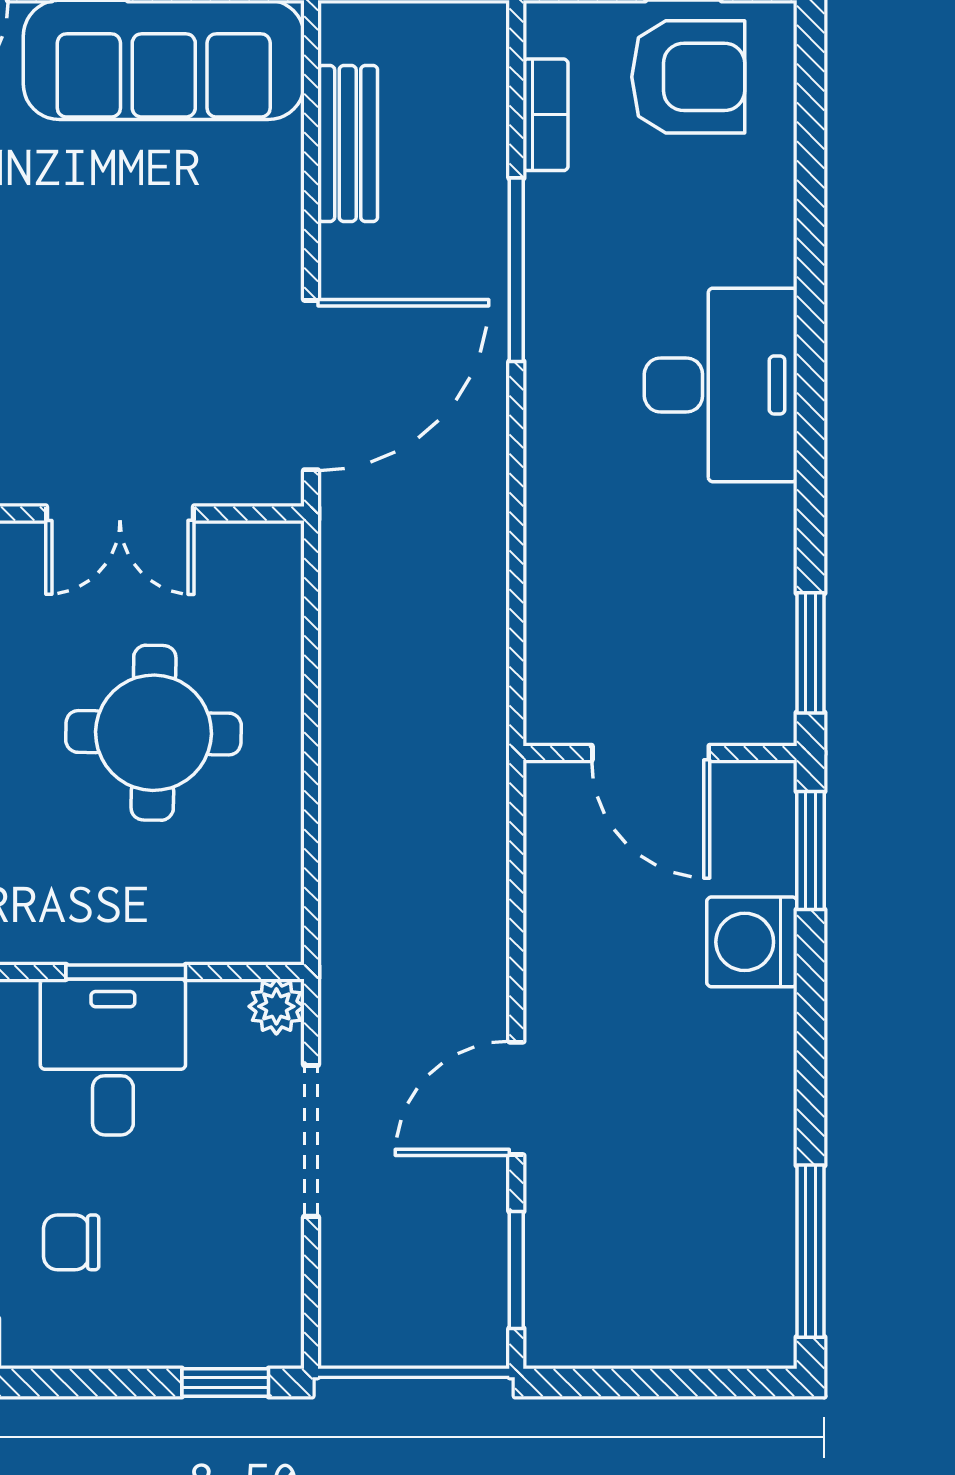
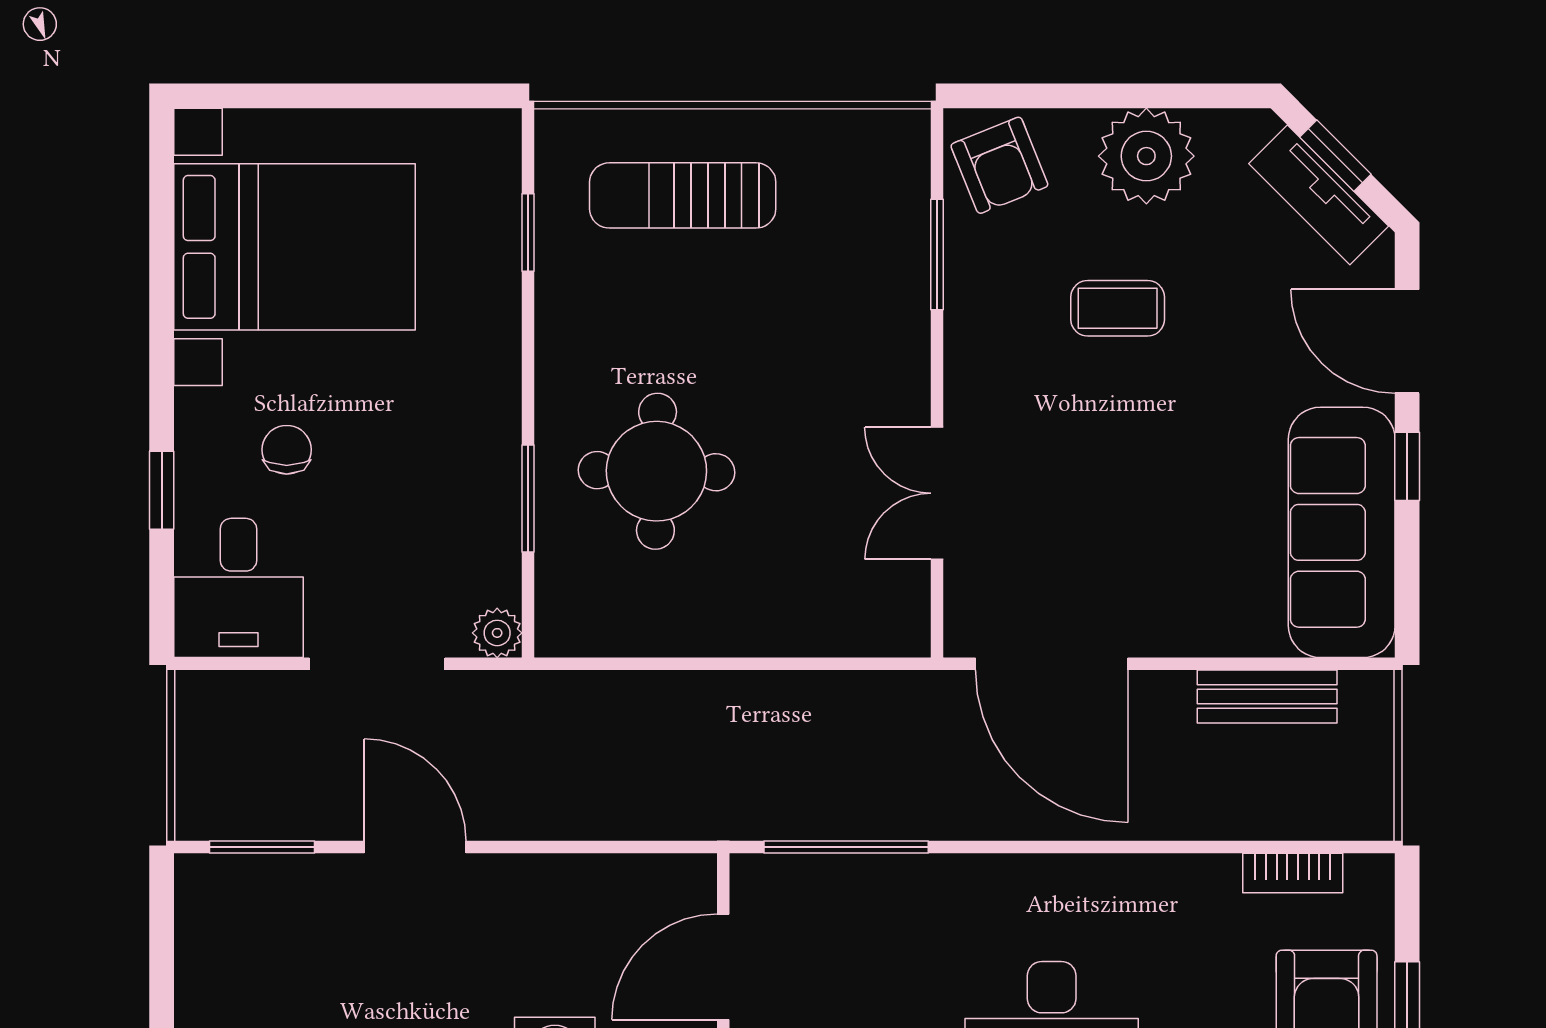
window: (516, 270) -> (846, 847), moved
round table: (154, 733) -> (656, 471), moved
desk: (113, 1057) -> (238, 588), moved, turned 90
window: (225, 1383) -> (162, 490), moved

